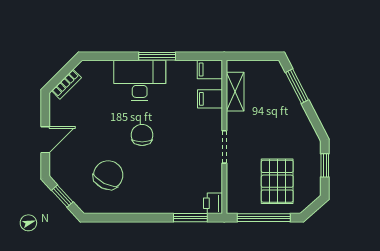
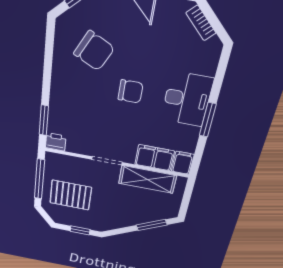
shelving: (235, 92) -> (147, 179), width x1.50, depth x1.33
filing cabinet: (210, 99) -> (154, 158), width x2.00

